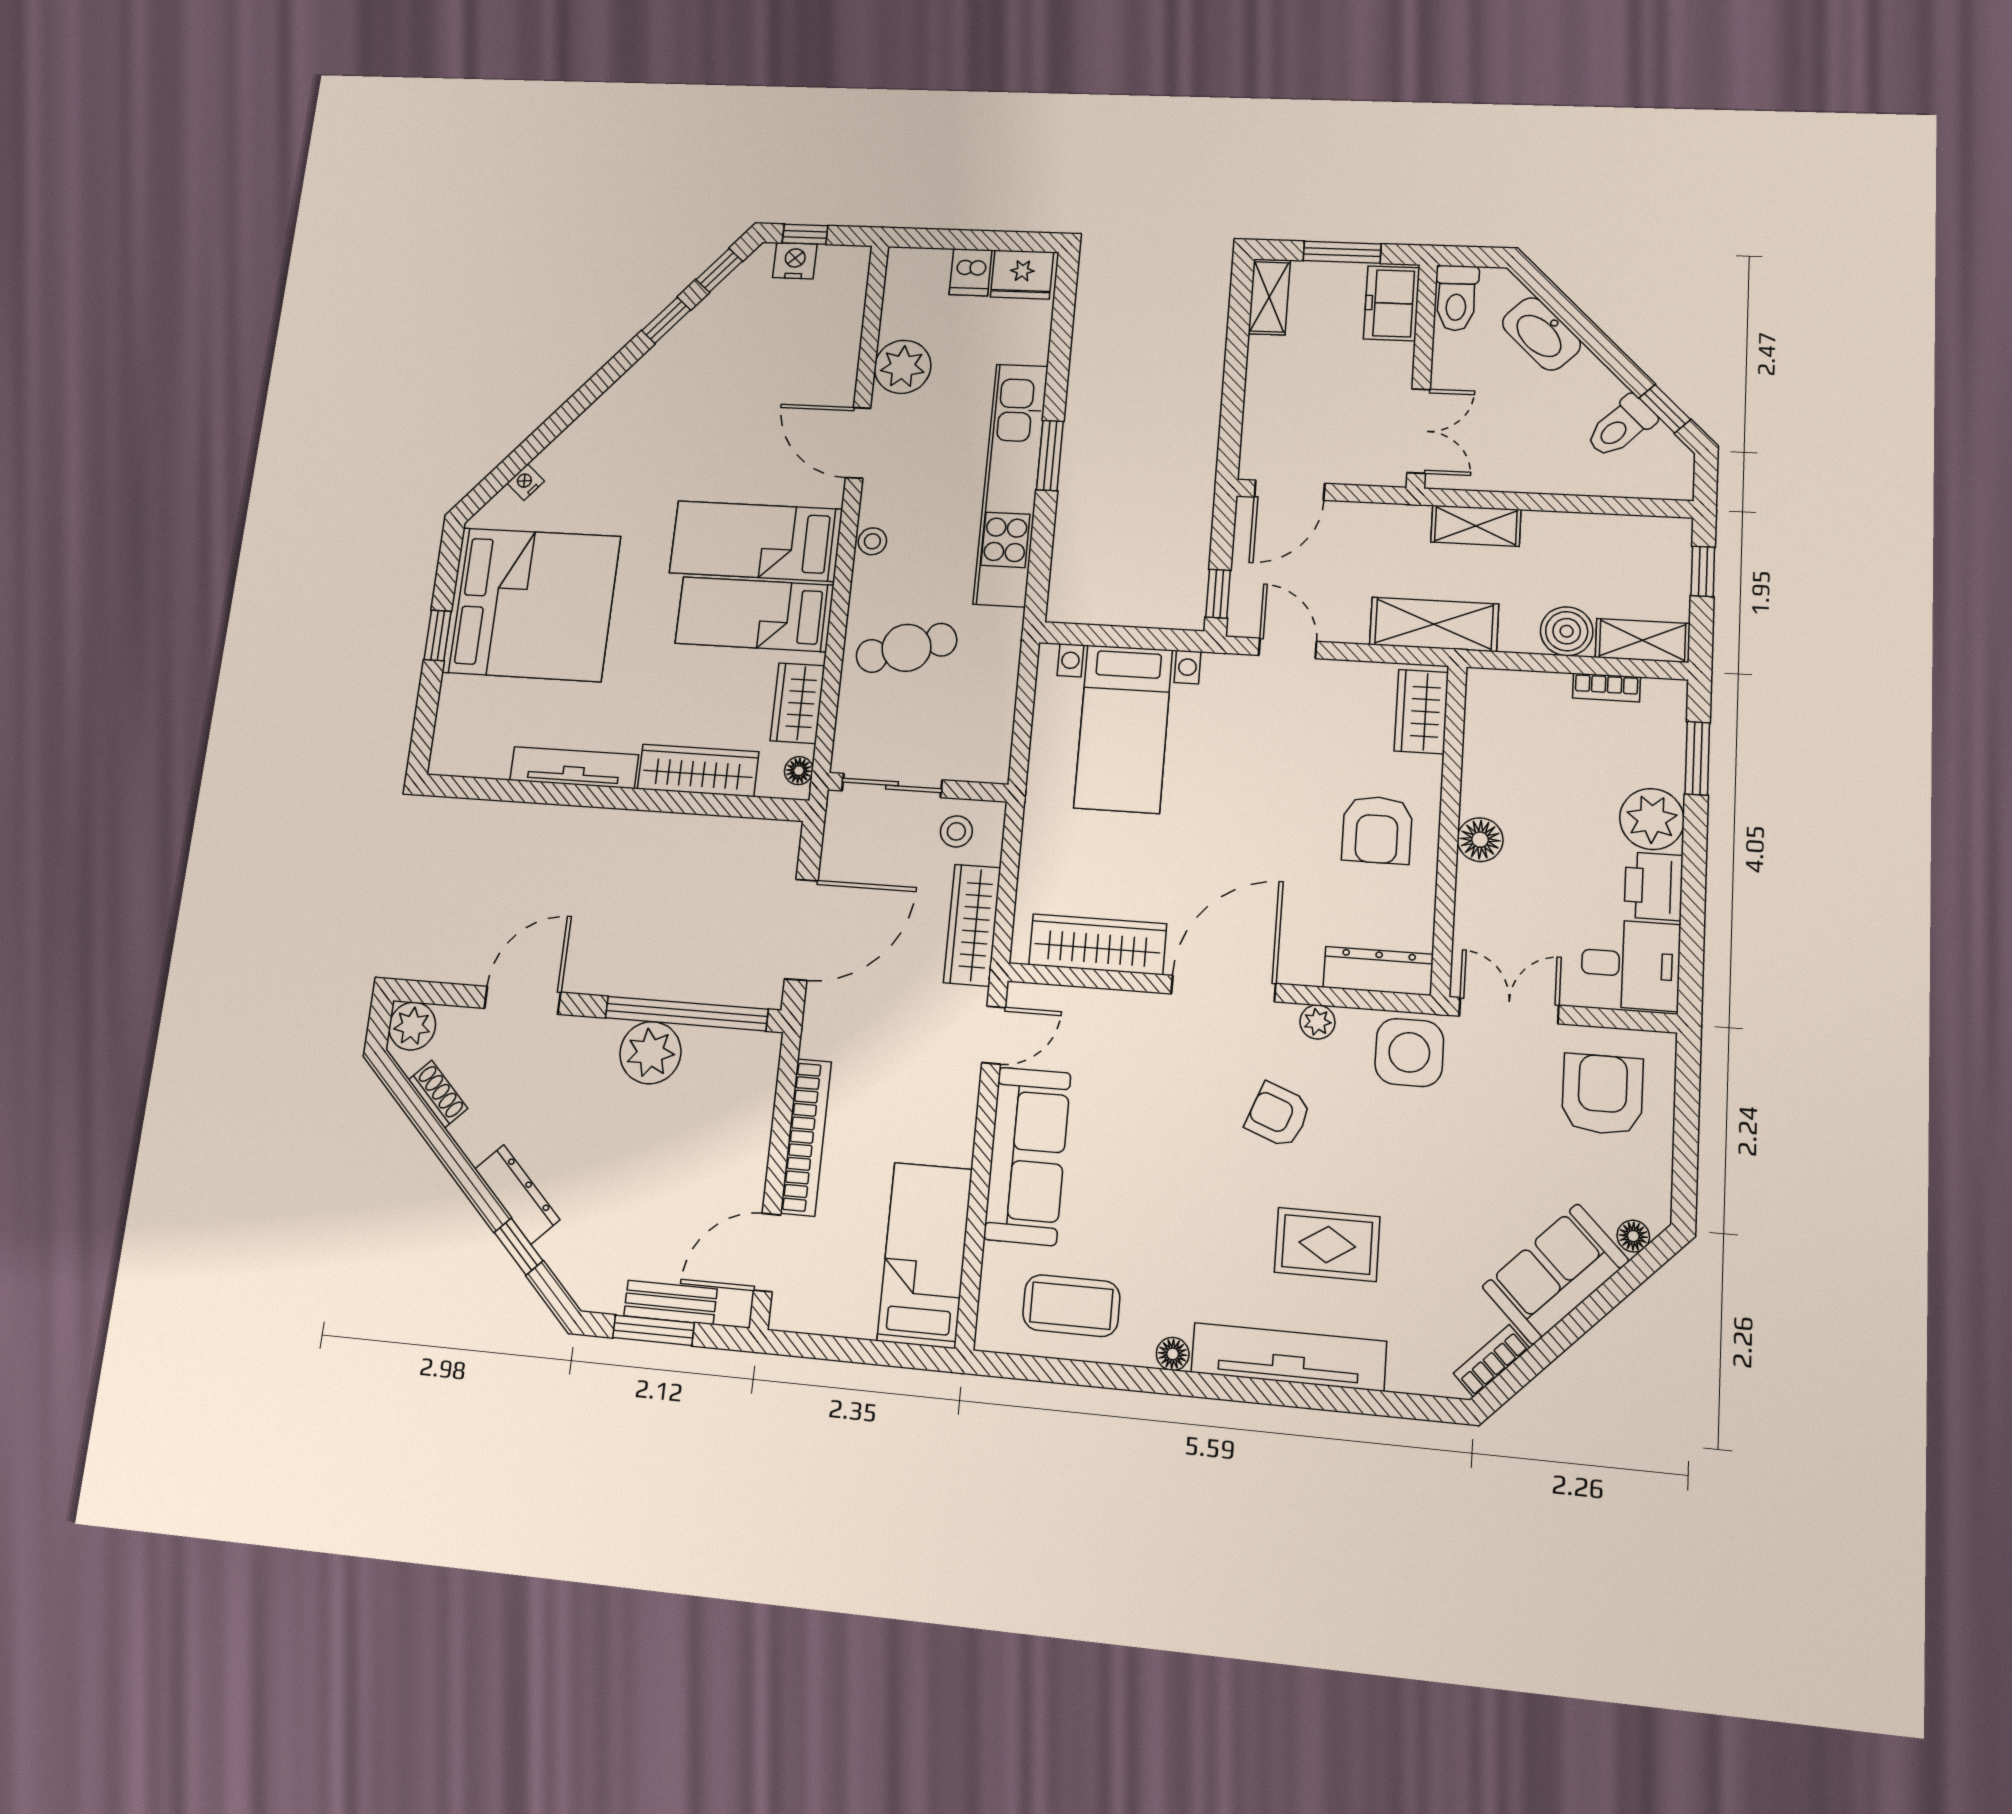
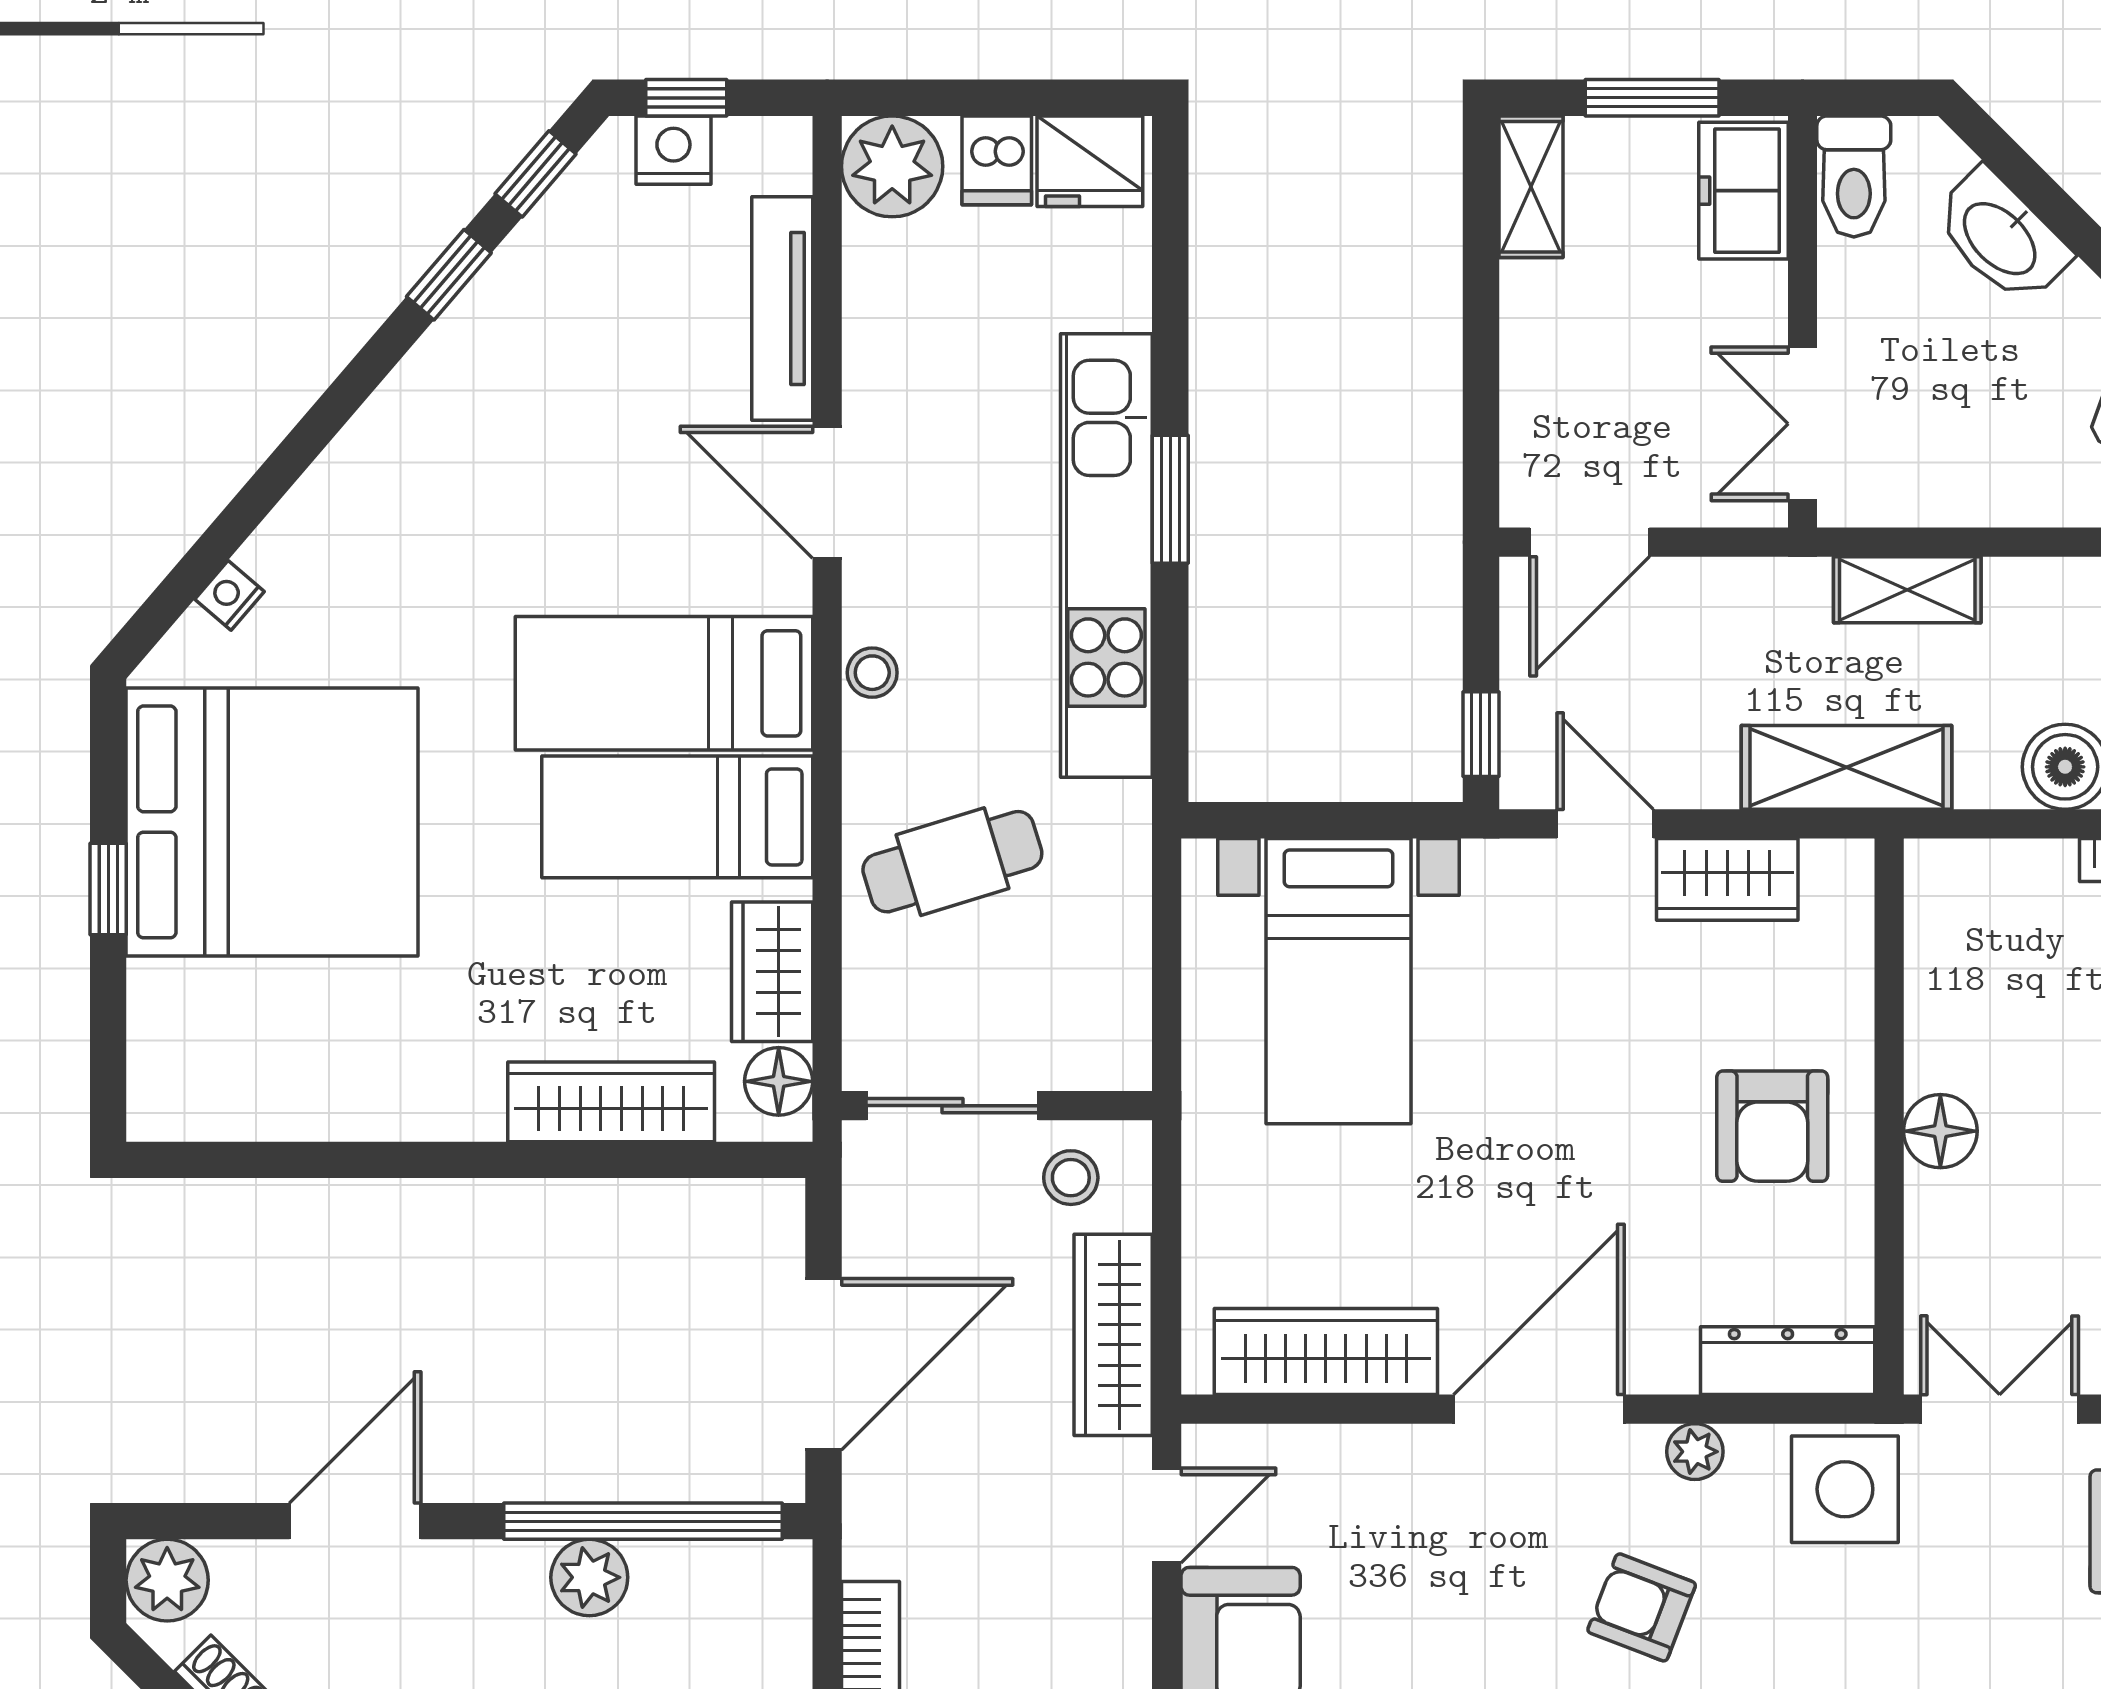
plant: (903, 367) -> (892, 166), moved
double door: (1419, 431) -> (1802, 424), swing flipped
wardrobe: (1421, 712) -> (1727, 879), moved, turned -90
tv unit: (574, 768) -> (782, 309), moved, turned -90
floor lamp: (799, 771) -> (779, 1081), width x1.37, depth x1.37
plant: (650, 1053) -> (589, 1577), width x0.73, depth x0.73

